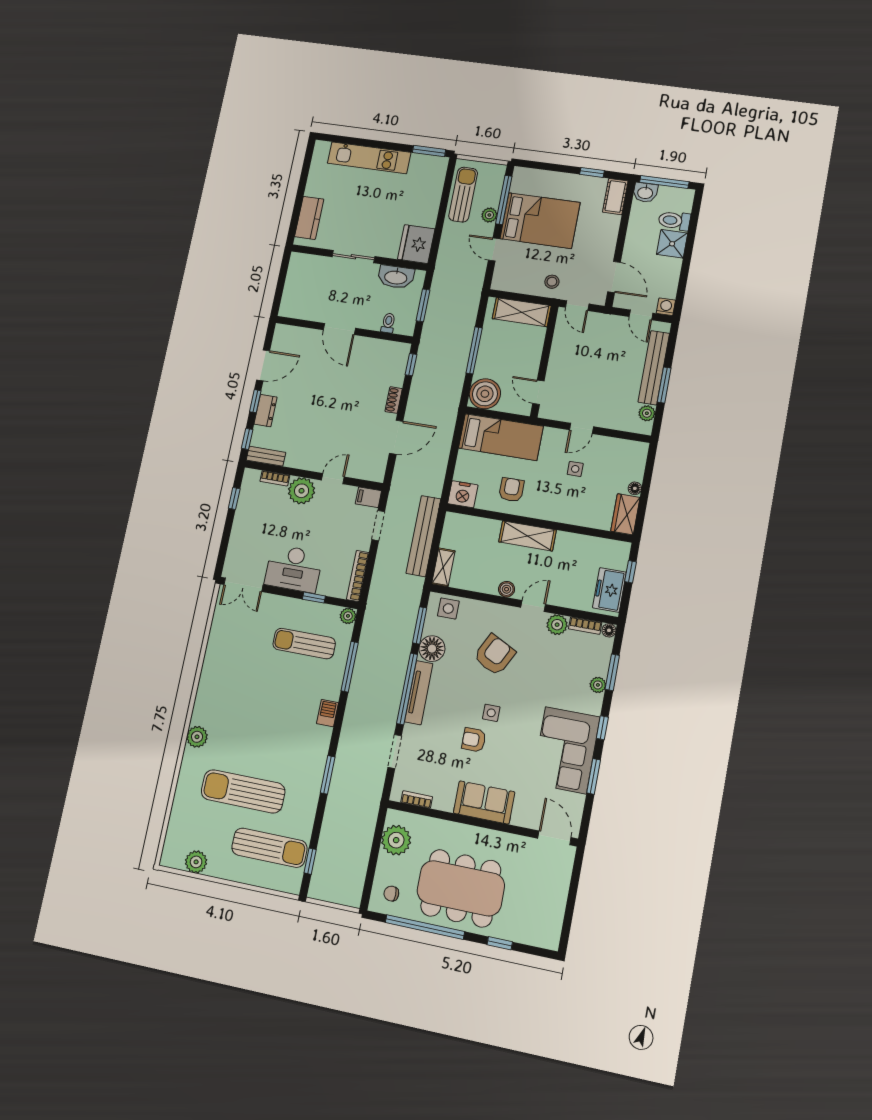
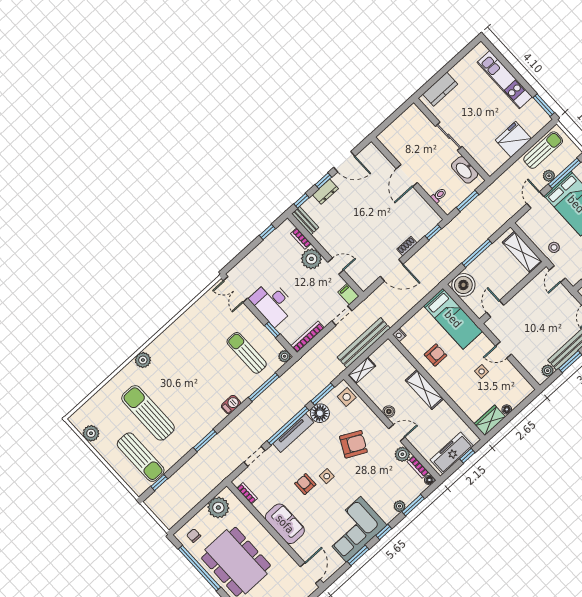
fridge: (416, 244) -> (513, 139), moved
nightstand: (463, 494) -> (399, 335), width x0.53, depth x0.56
freezer: (609, 590) -> (452, 453), width x1.40

